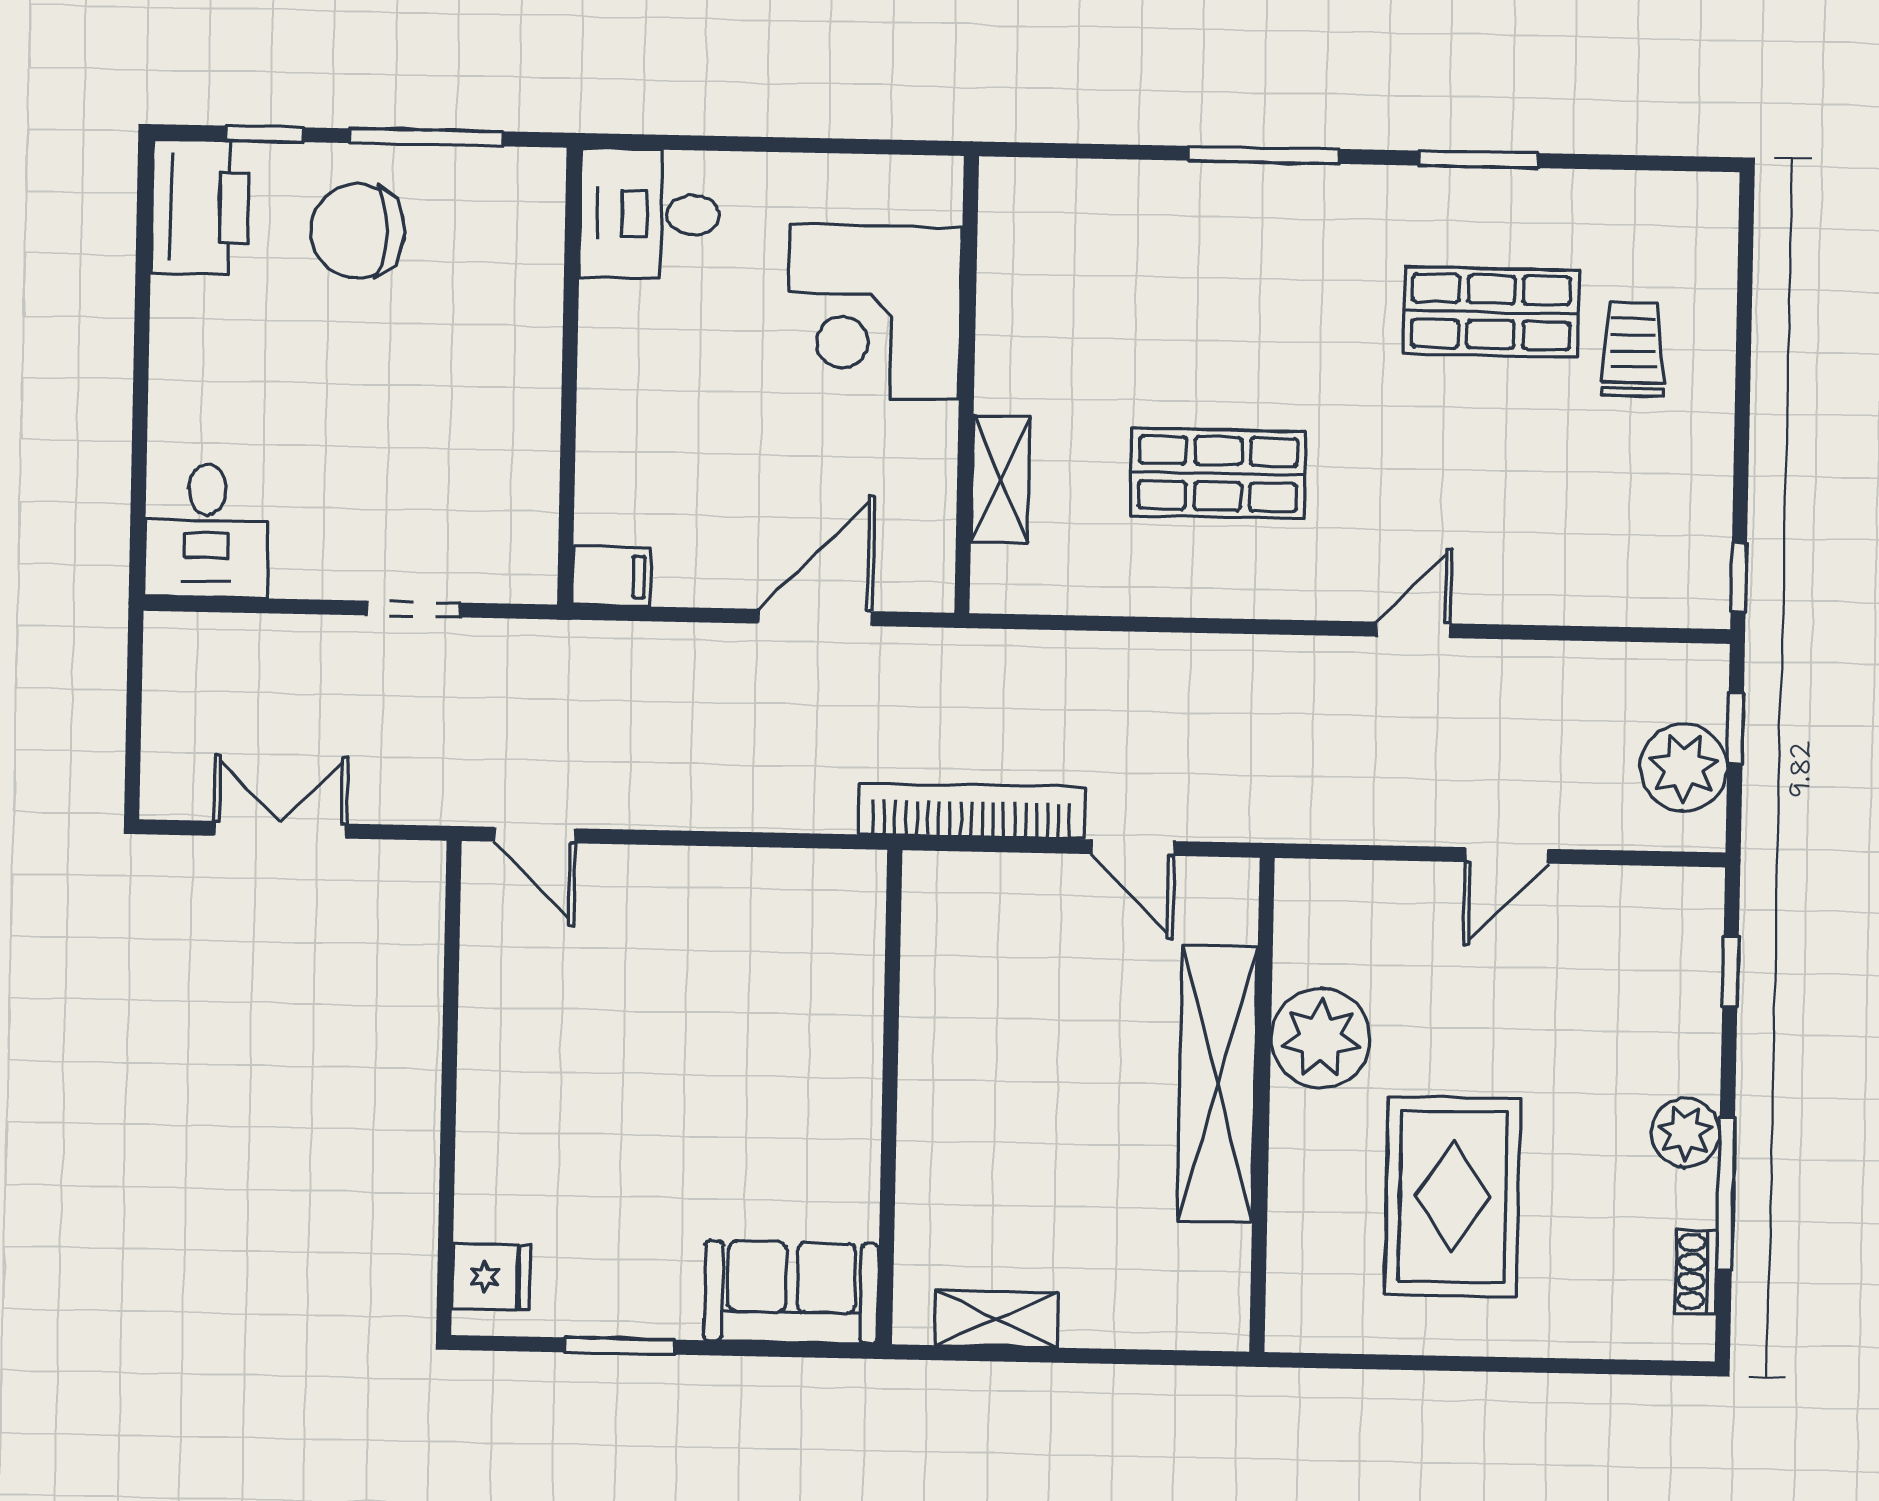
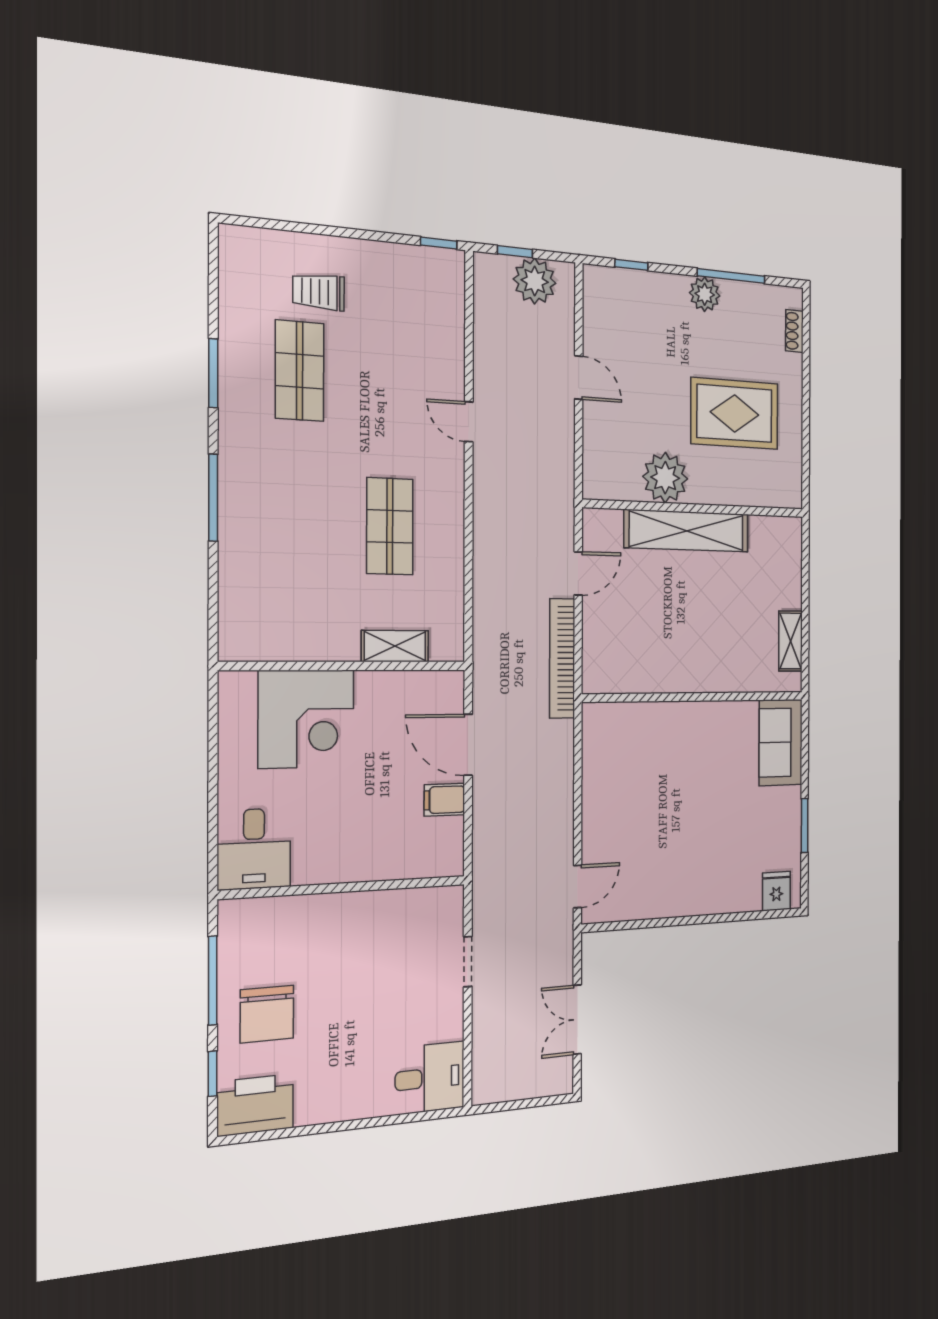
filing cabinet: (612, 576) -> (444, 800), moved, turned -90
shoe rack: (1696, 1271) -> (794, 331), moved, turned 90

